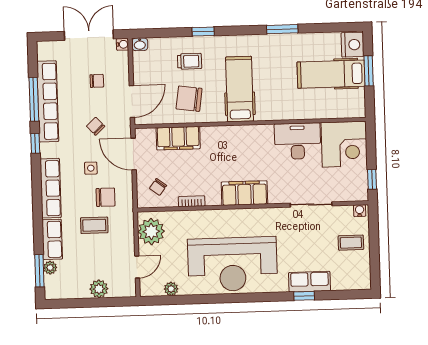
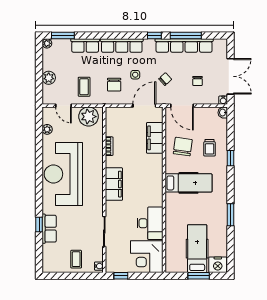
chair: (158, 187) -> (120, 122), removed
coffee table: (94, 225) -> (84, 87), moved
plant: (50, 268) -> (47, 43), moved

